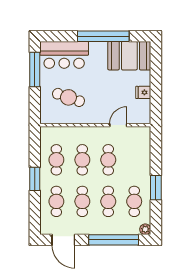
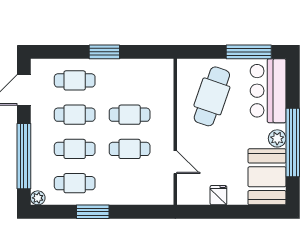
plant: (100, 48) -> (277, 138), added
cafe table: (68, 97) -> (212, 96), width x1.37, depth x1.35
cafe table: (56, 160) -> (130, 80), removed

